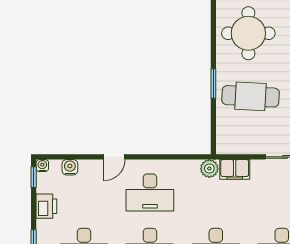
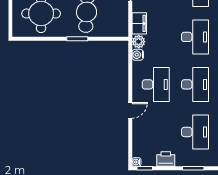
door: (114, 157) -> (130, 110), hinge flipped
water cooler: (70, 167) -> (138, 55), moved

